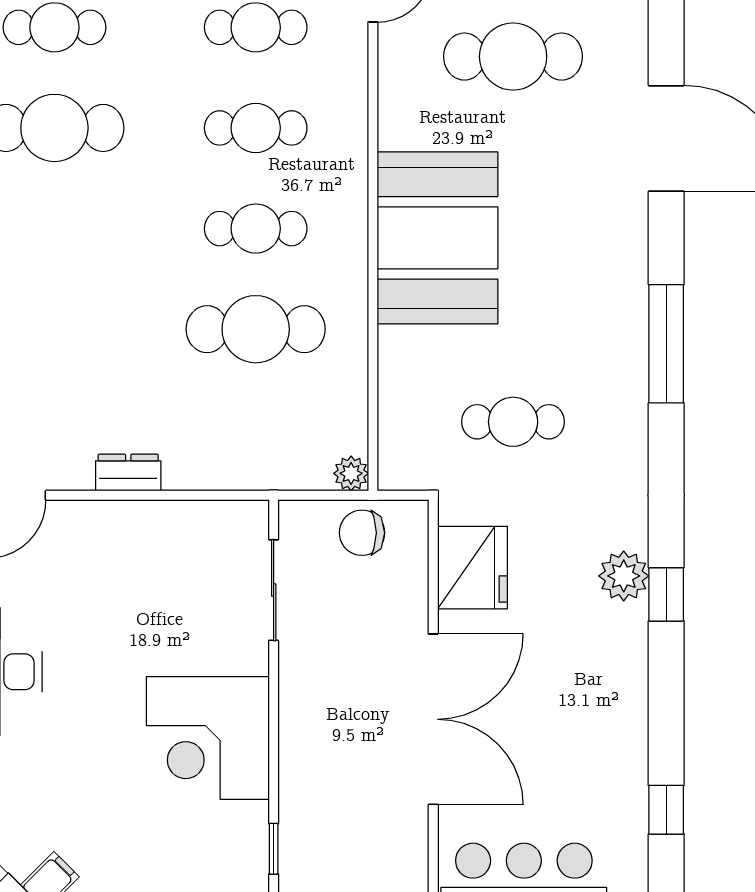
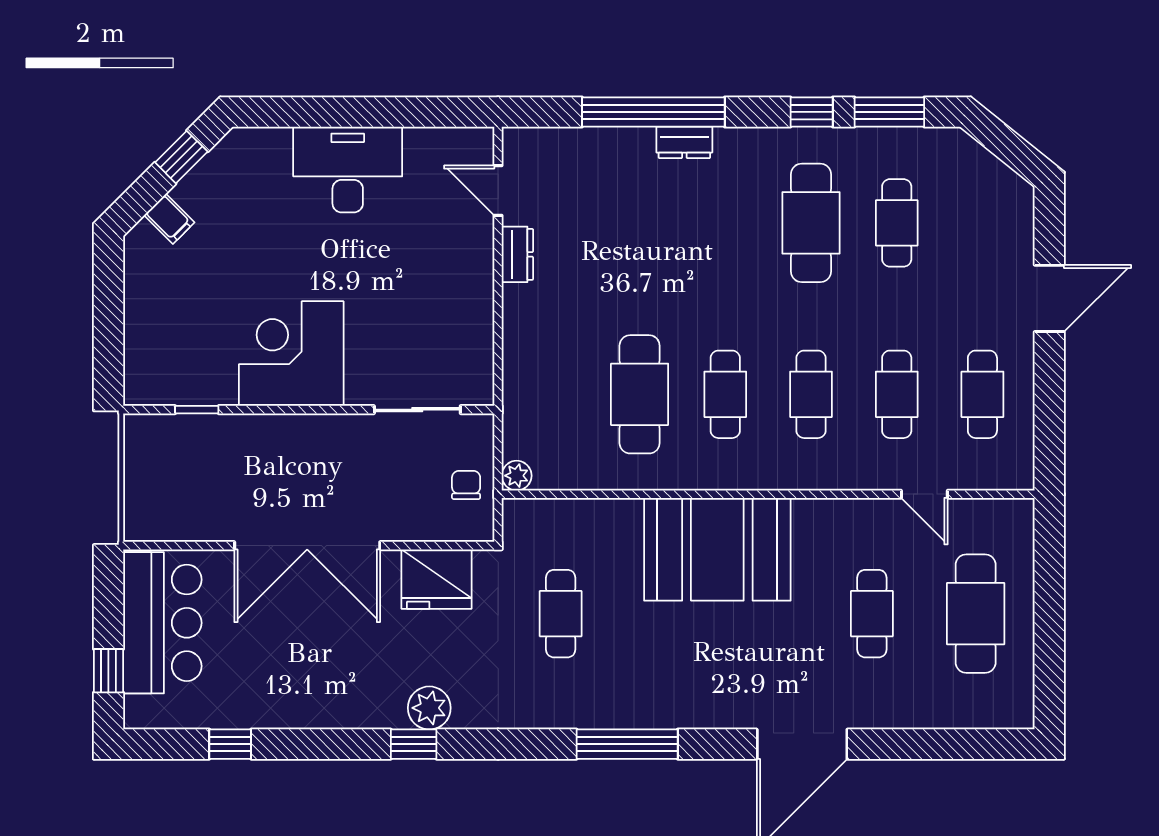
cafe table: (513, 57) -> (872, 614), width x0.73, depth x0.74
dresser: (128, 473) -> (517, 254), moved
chair: (362, 533) -> (466, 485), width x0.73, depth x0.73

